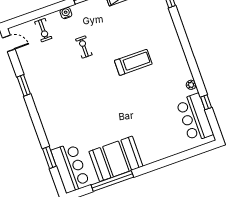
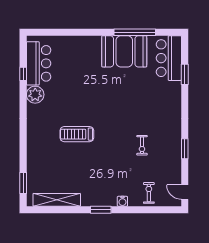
exercise bike: (84, 47) -> (142, 145), moved
plant: (191, 85) -> (35, 95), width x1.87, depth x1.87

